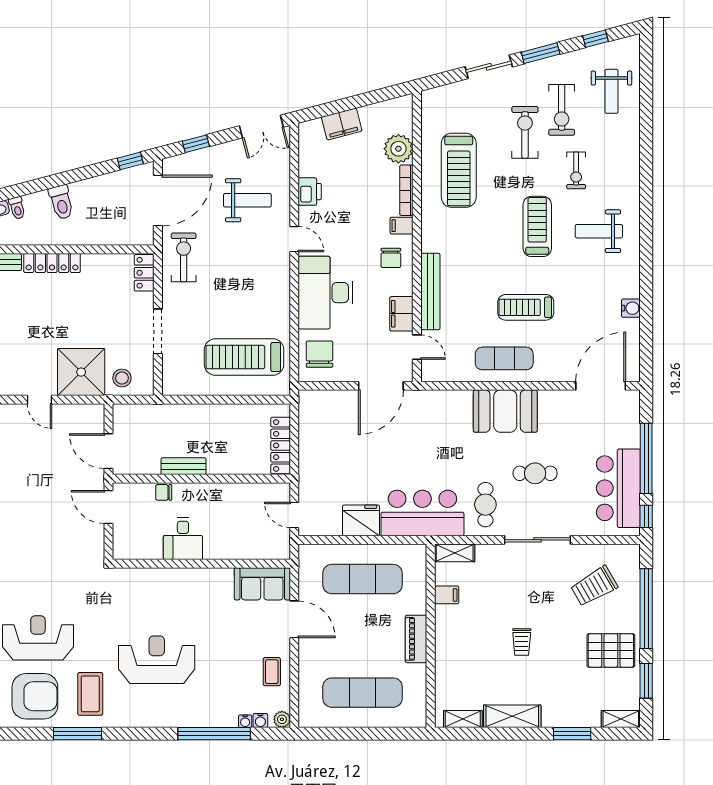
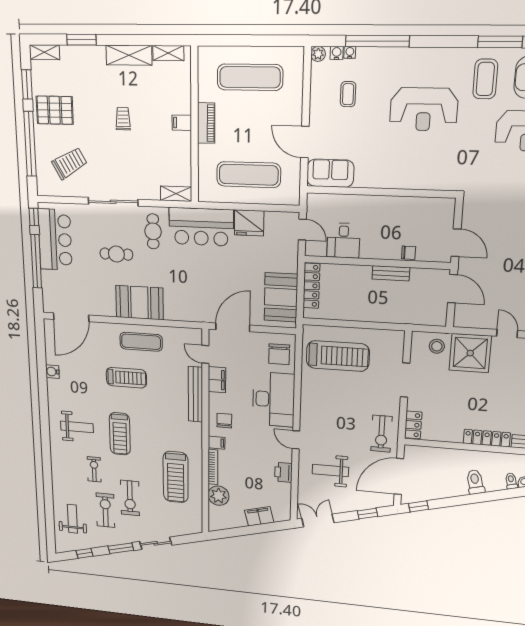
treadmill: (459, 170) -> (176, 477), turned 180
booth: (319, 429) -> (281, 297), added
desk: (183, 539) -> (343, 241), moved, turned 180
filing cabinet: (447, 595) -> (182, 123), moved
coffee table: (272, 672) -> (348, 94), moved

